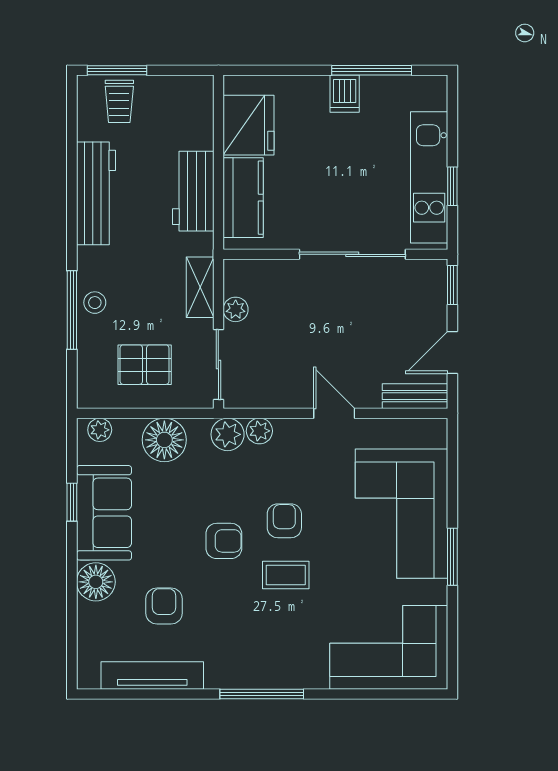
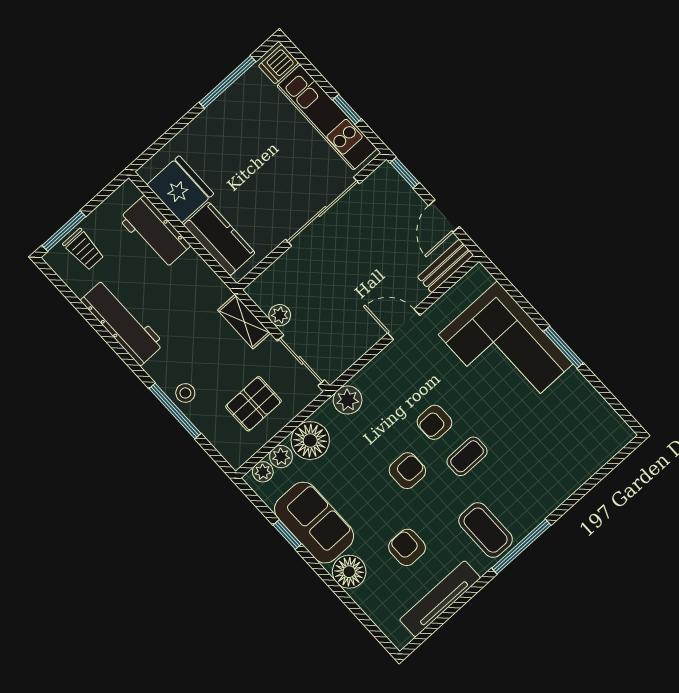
dishwasher: (345, 94) -> (278, 64), moved, turned 90
workbench: (193, 191) -> (155, 232), moved
plant: (259, 431) -> (281, 457), moved
armchair: (284, 521) -> (434, 422), turned -90
corner sofa: (389, 647) -> (575, 443), removed
coffee table: (244, 652) -> (486, 530), added

